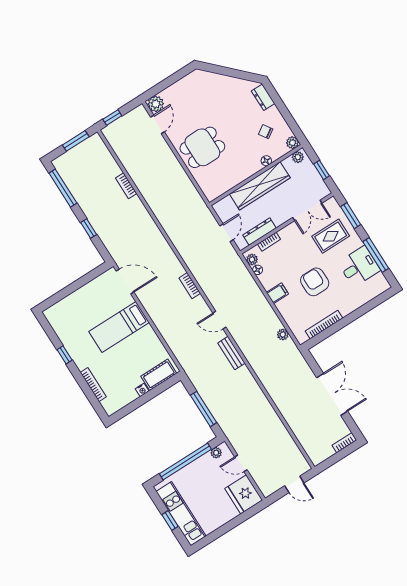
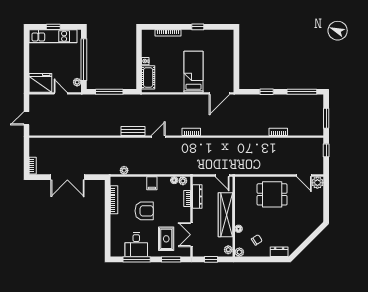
dining table: (202, 147) -> (272, 194), turned 90
door: (226, 233) -> (222, 176), moved
door: (241, 463) -> (61, 93), hinge flipped

